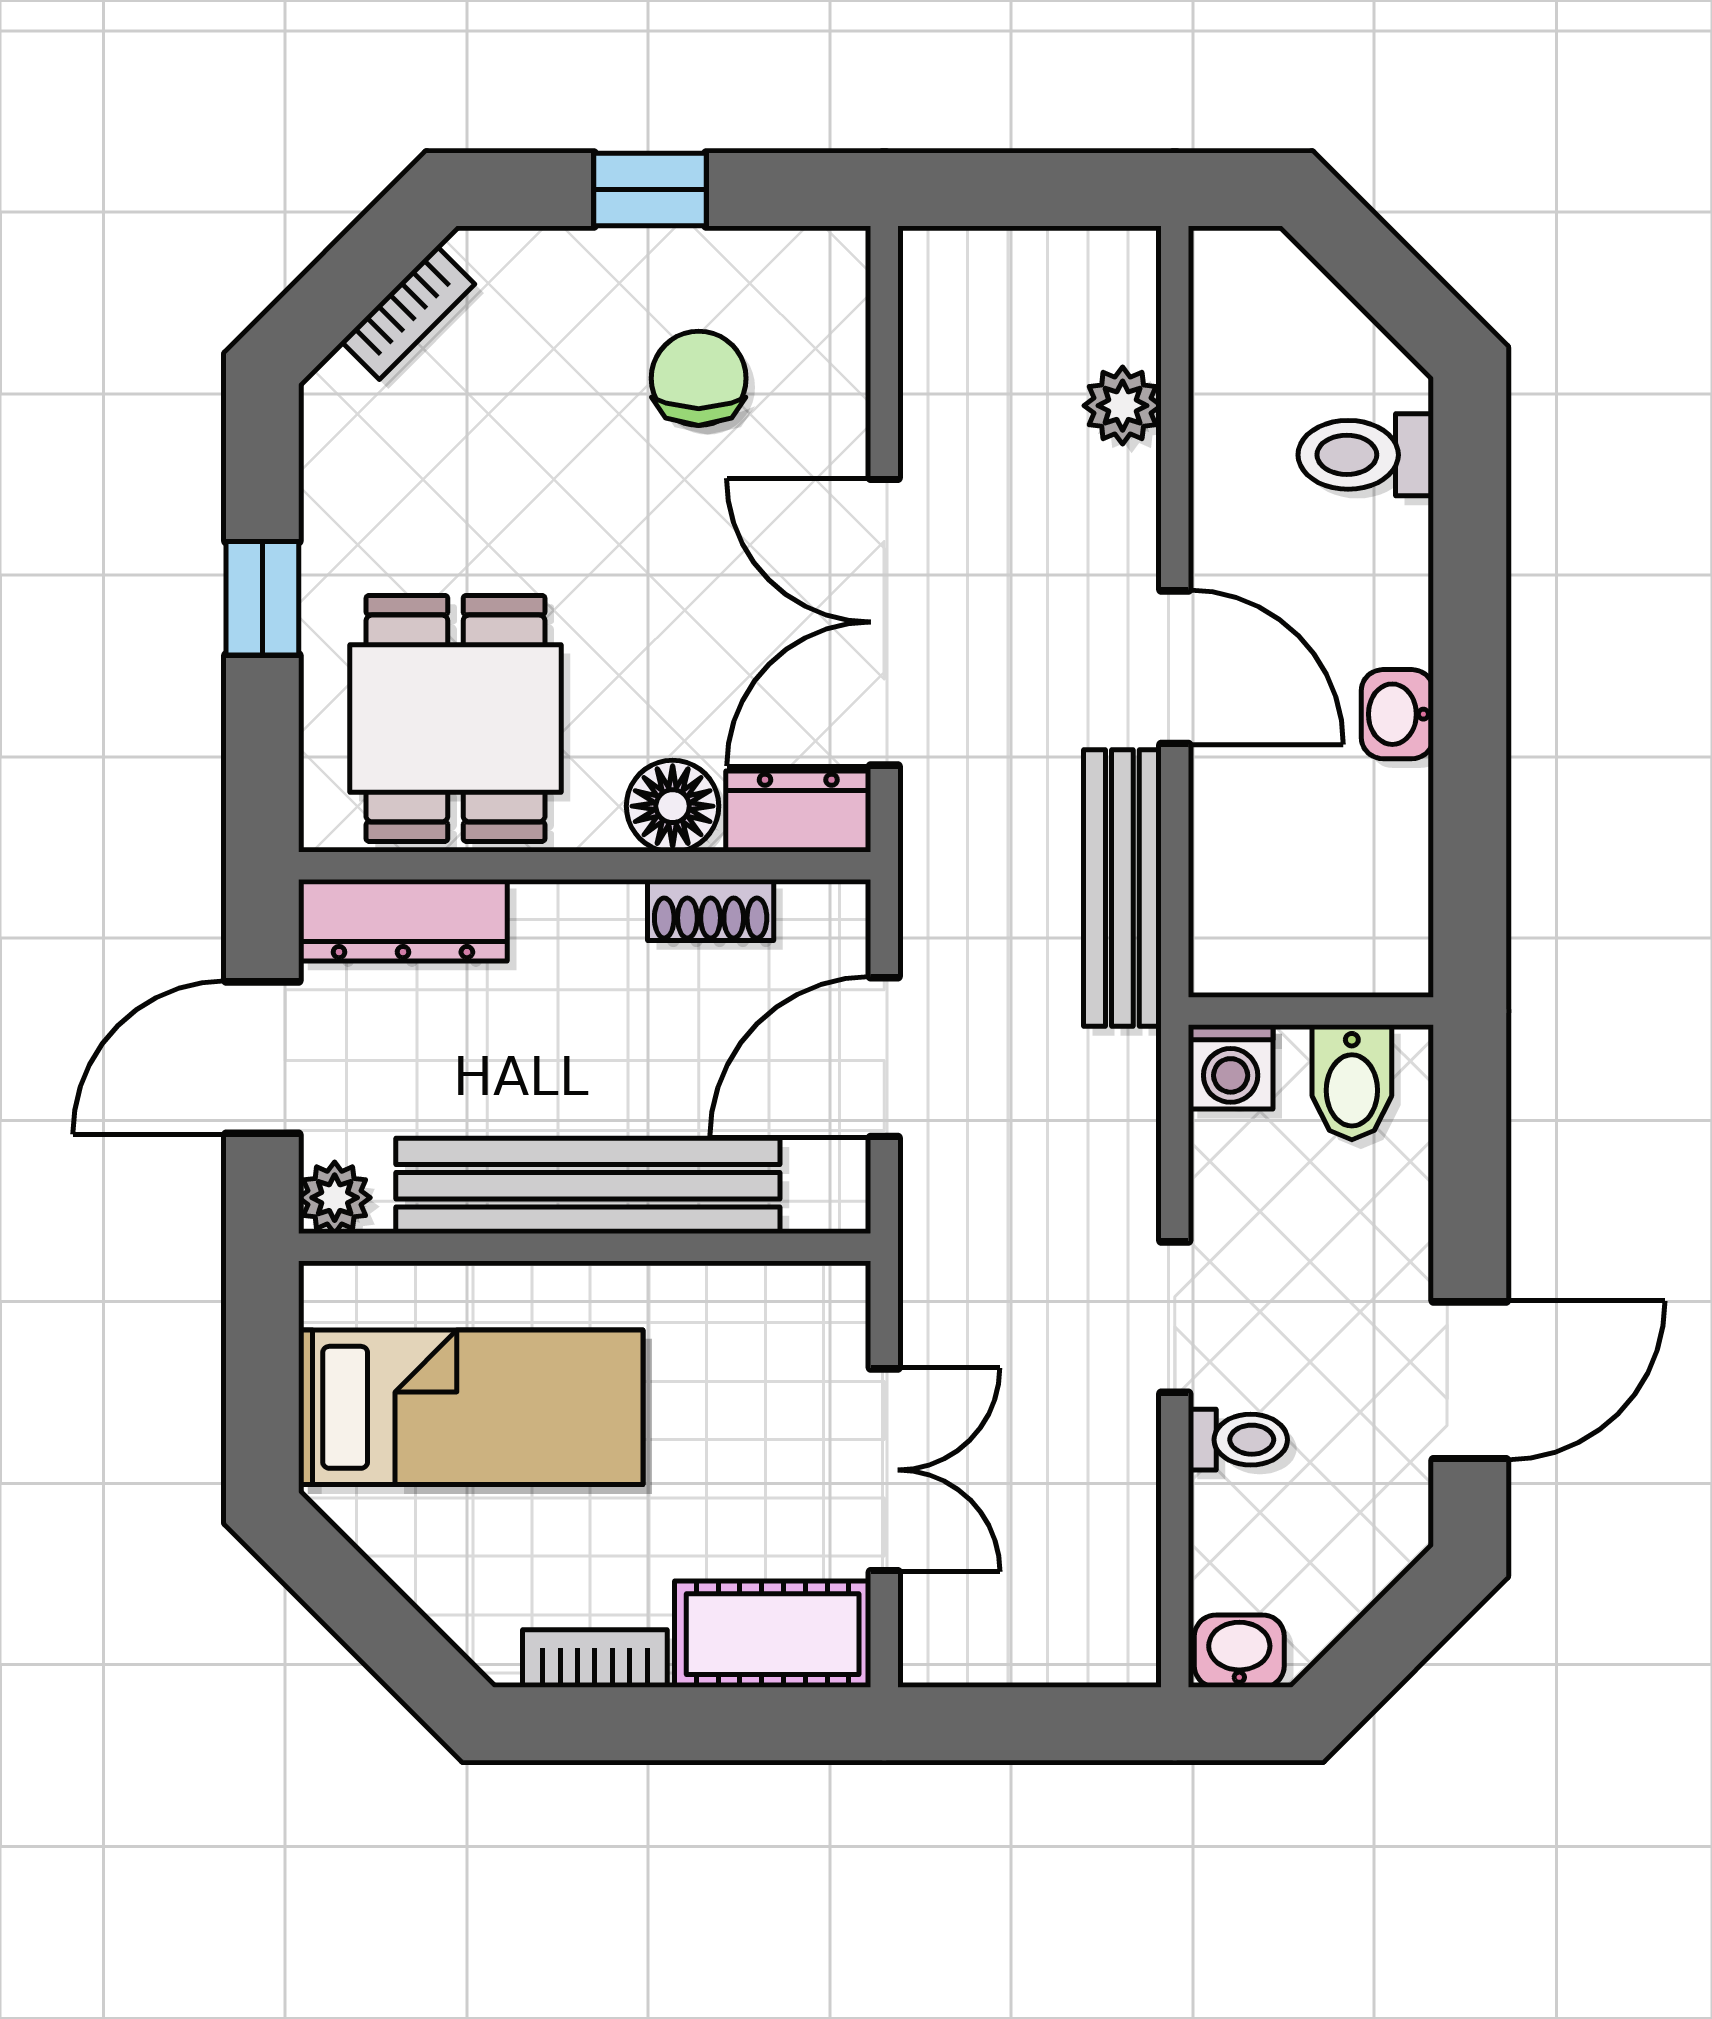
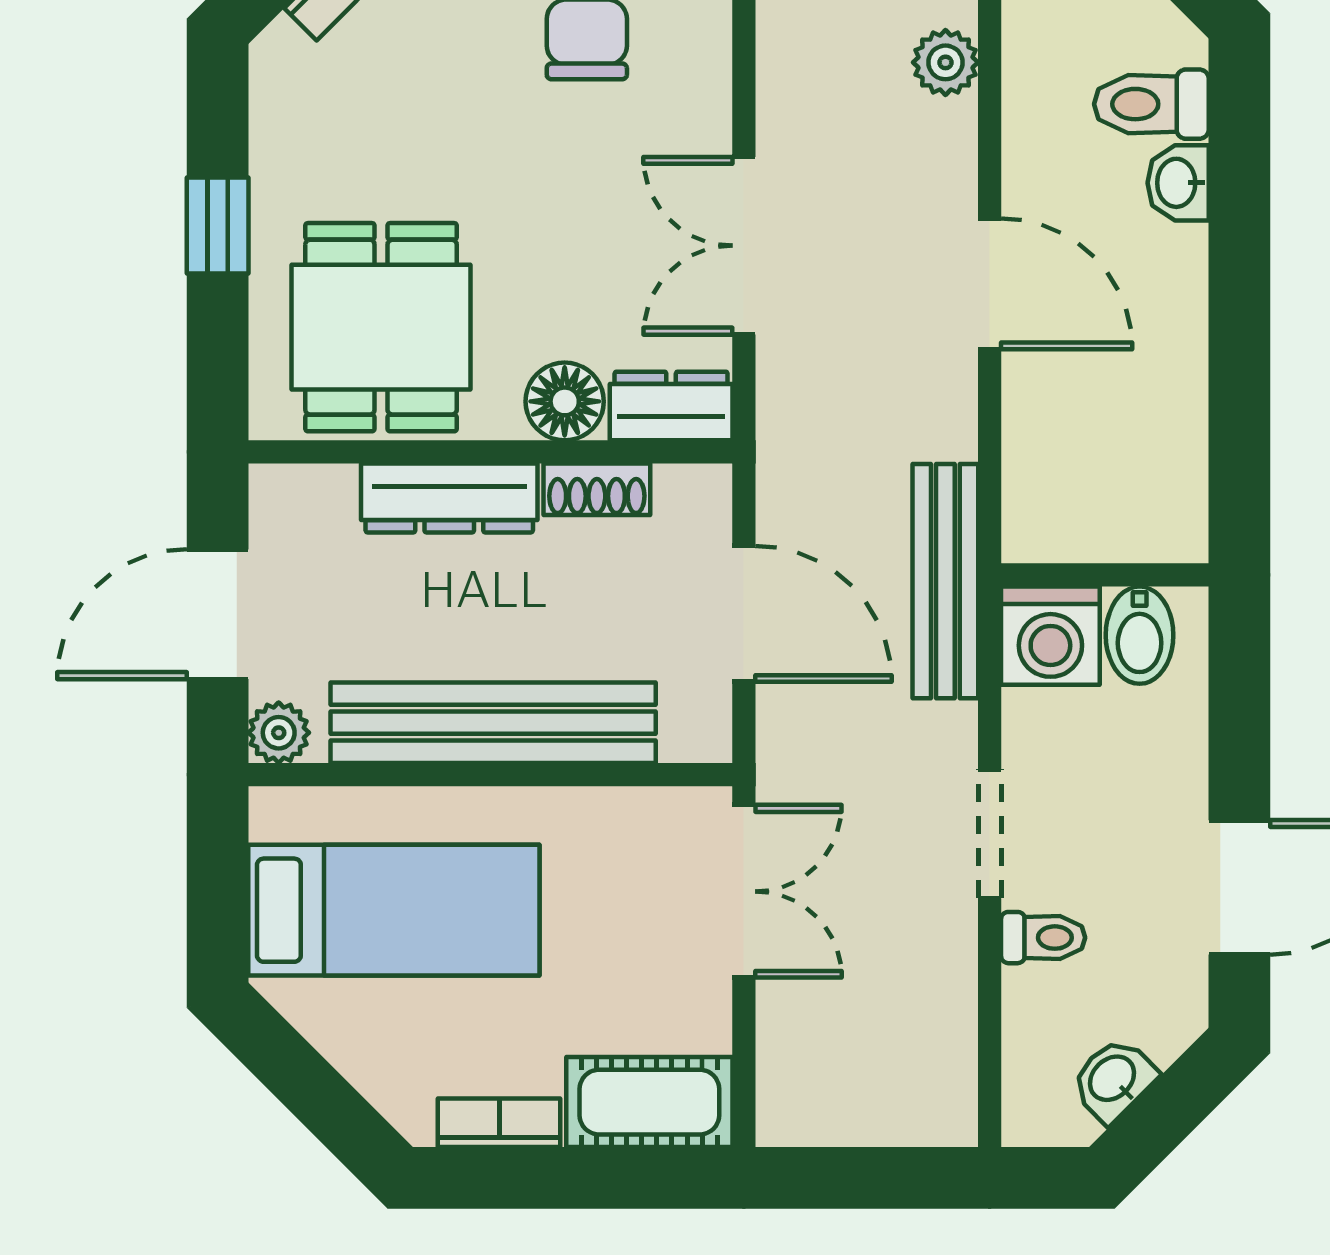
double door: (884, 622) -> (744, 246), width x0.73
washbasin: (1397, 714) -> (1178, 183), moved
bench: (1122, 888) -> (945, 581), moved
dresser: (403, 920) -> (449, 498), moved
door: (884, 1057) -> (744, 614), swing flipped
washing machine: (1231, 1067) -> (1050, 636), width x1.38, depth x1.38
double door: (884, 1470) -> (744, 891), moved
washbasin: (1239, 1651) -> (1113, 1080), moved, turned -45

